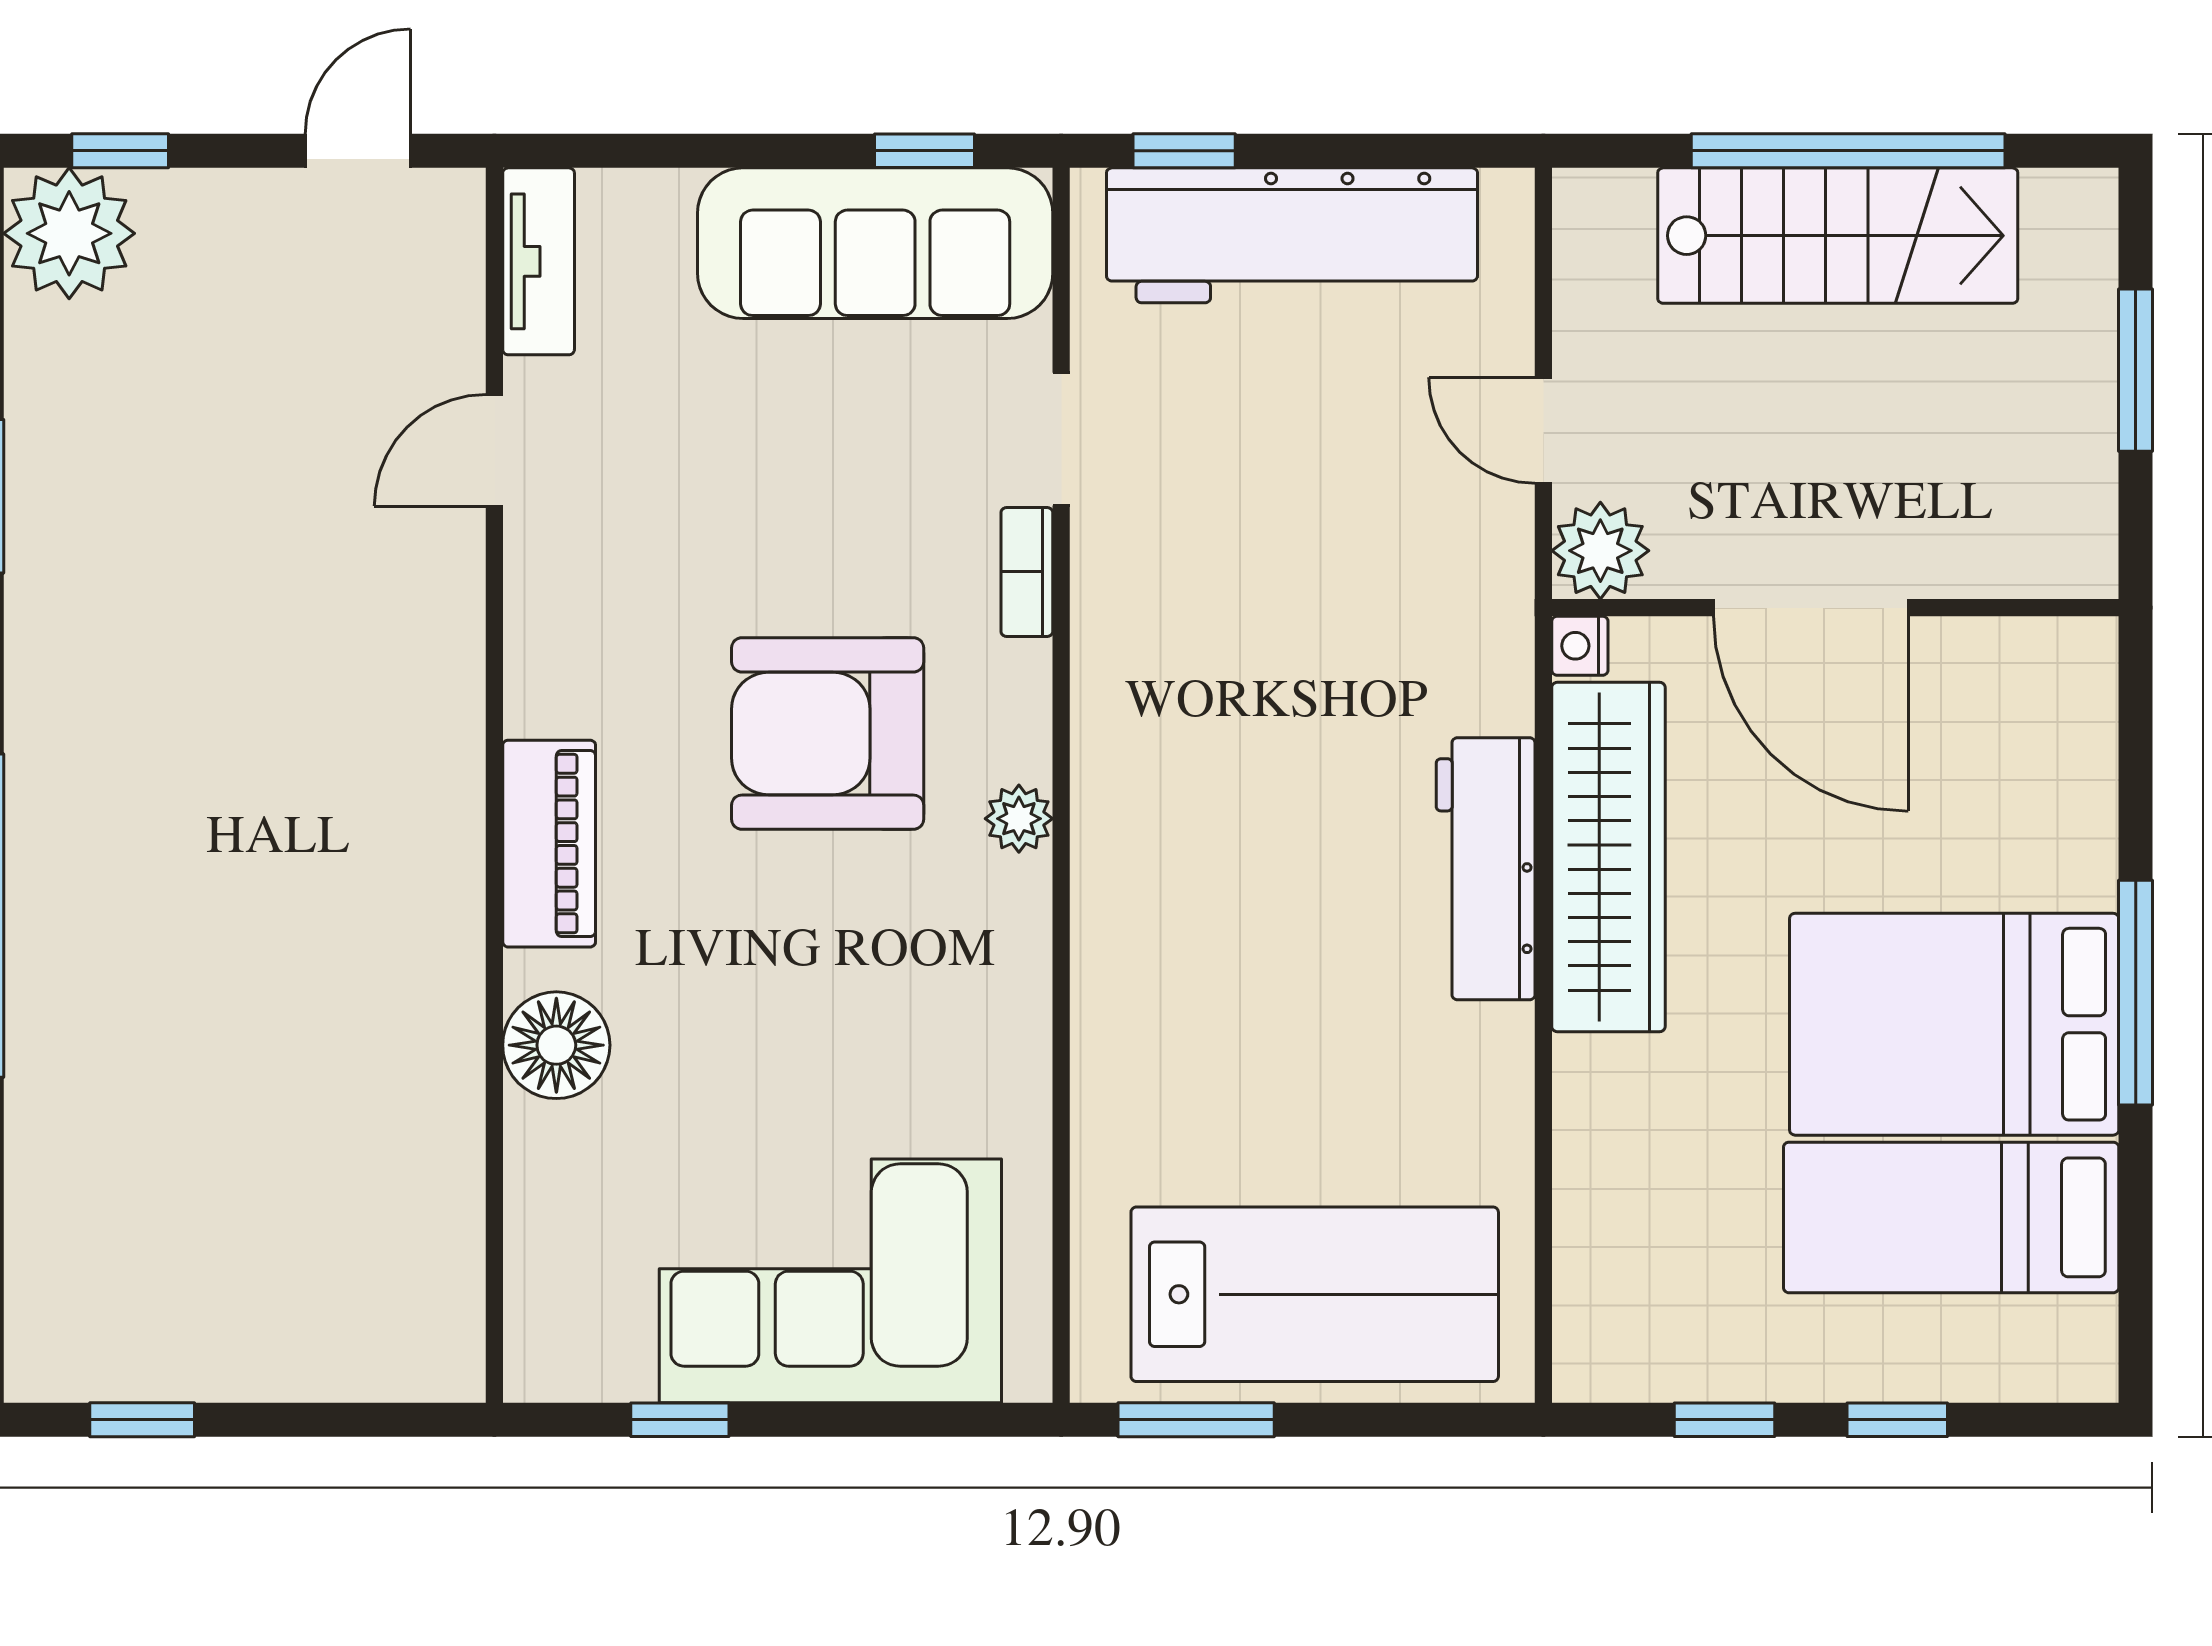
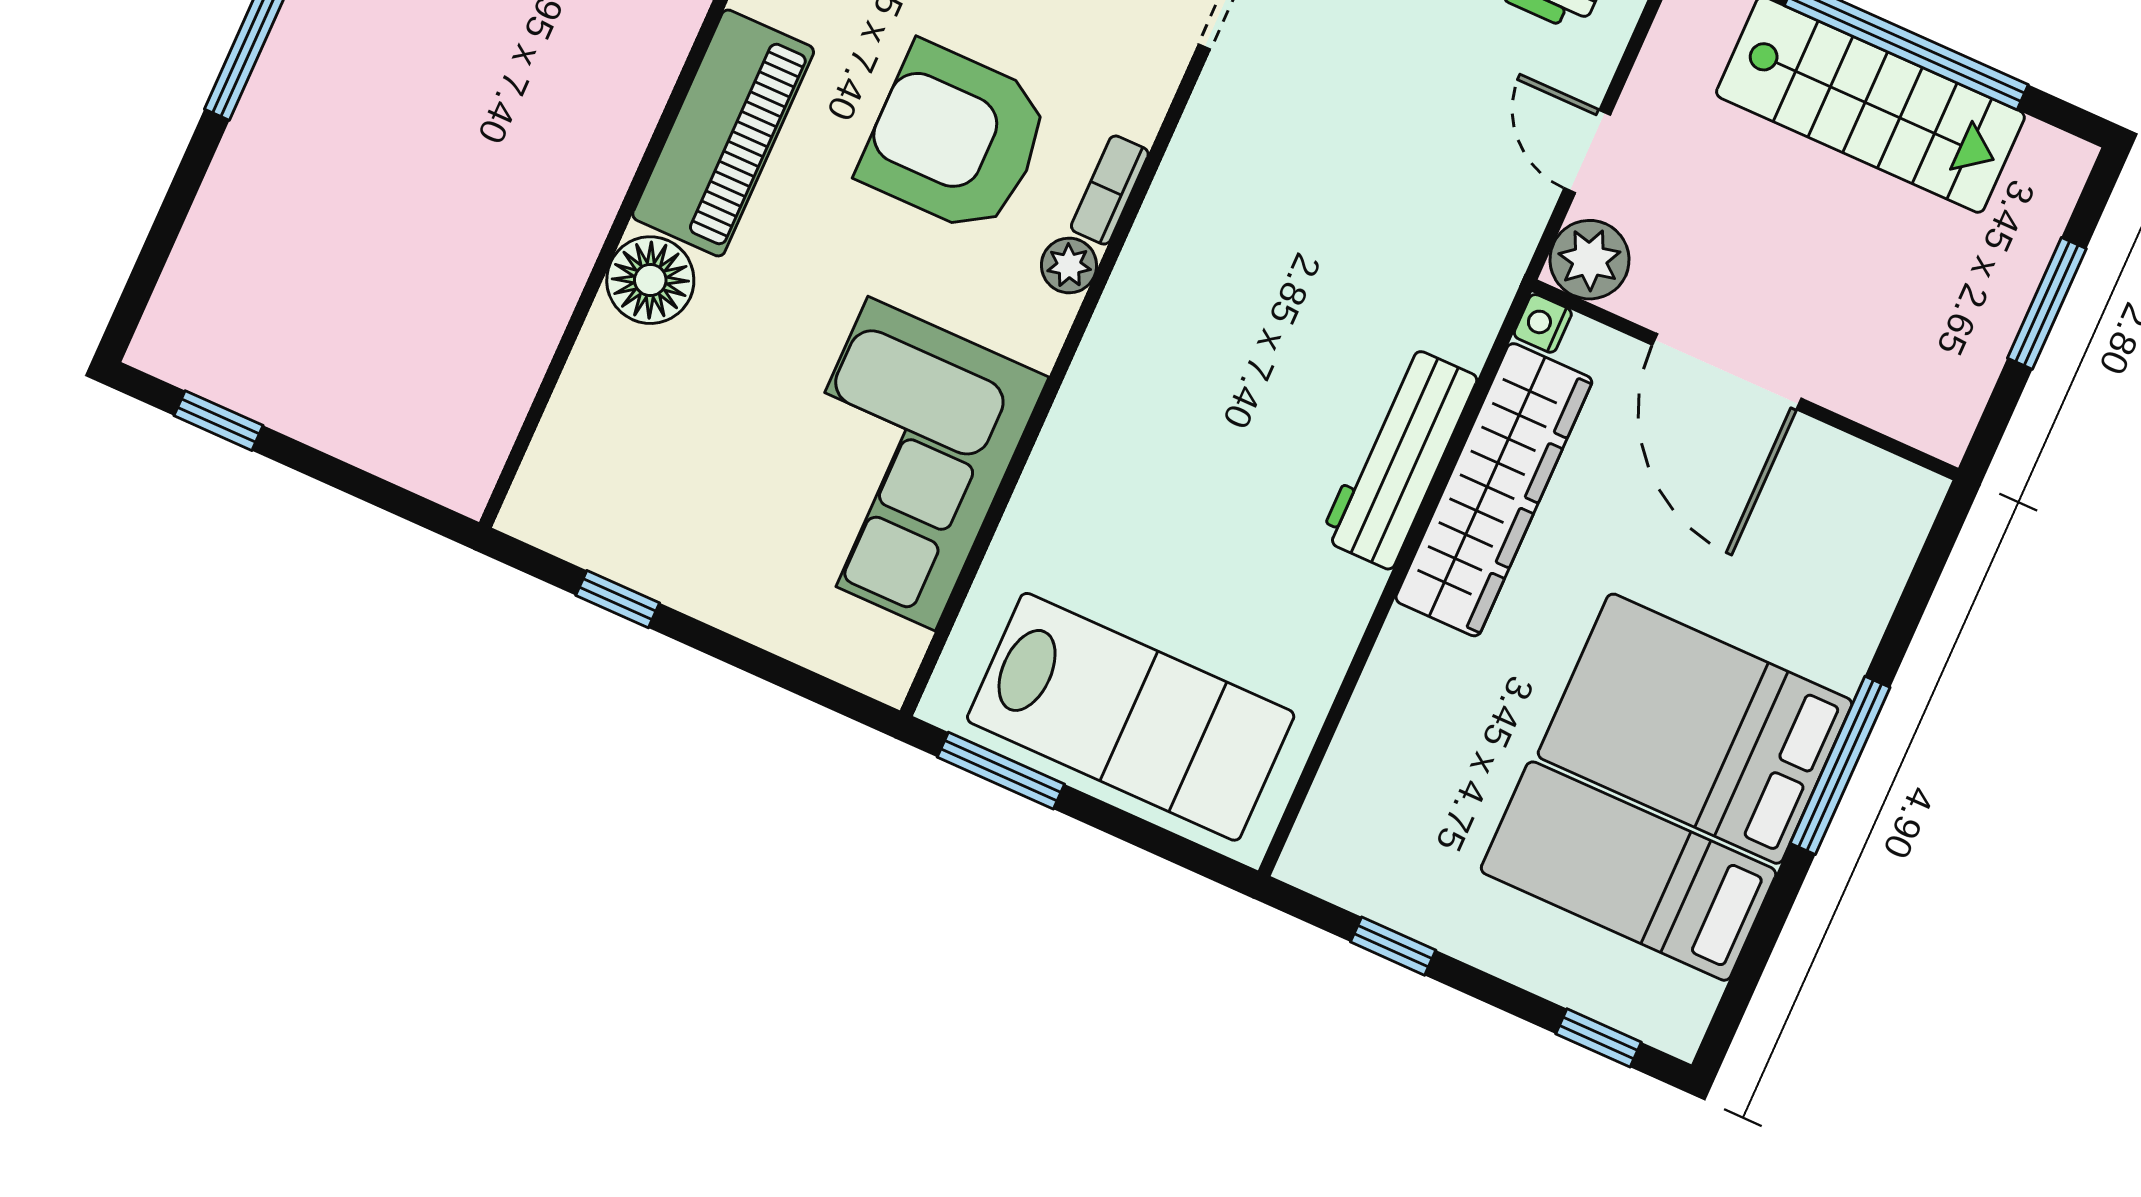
bookcase: (1027, 572) -> (1110, 190), moved
piano: (549, 844) -> (723, 133), width x1.37, depth x1.33
corner sofa: (830, 1281) -> (902, 464), moved, turned -90
window: (1897, 1420) -> (1598, 1038), moved

